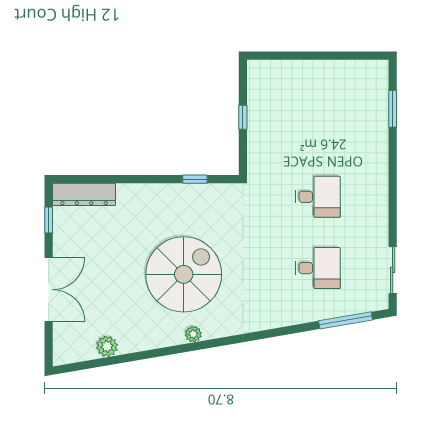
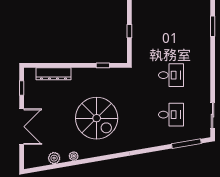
dresser: (84, 194) -> (53, 74), moved
spiral stairs: (184, 274) -> (97, 118), turned 90
plant: (193, 334) -> (74, 156), moved

